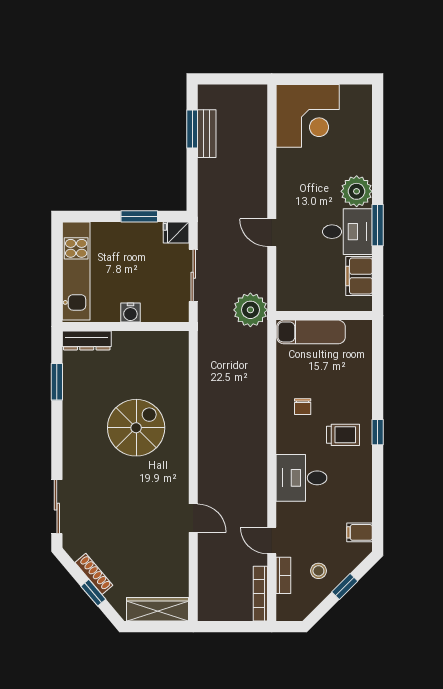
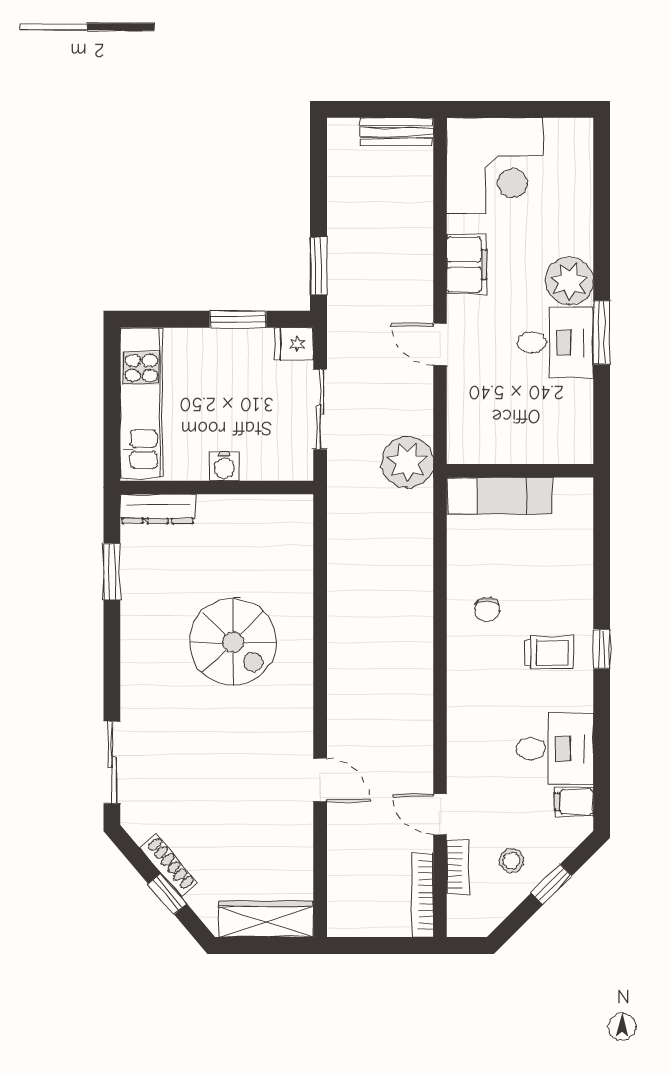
window: (192, 129) -> (318, 266), moved
bench: (207, 134) -> (397, 132), moved, turned 90
filing cabinet: (359, 276) -> (467, 265), moved, turned 180
spiral stairs: (136, 428) -> (233, 642), turned 90
desk: (301, 478) -> (555, 749), moved, turned 180

